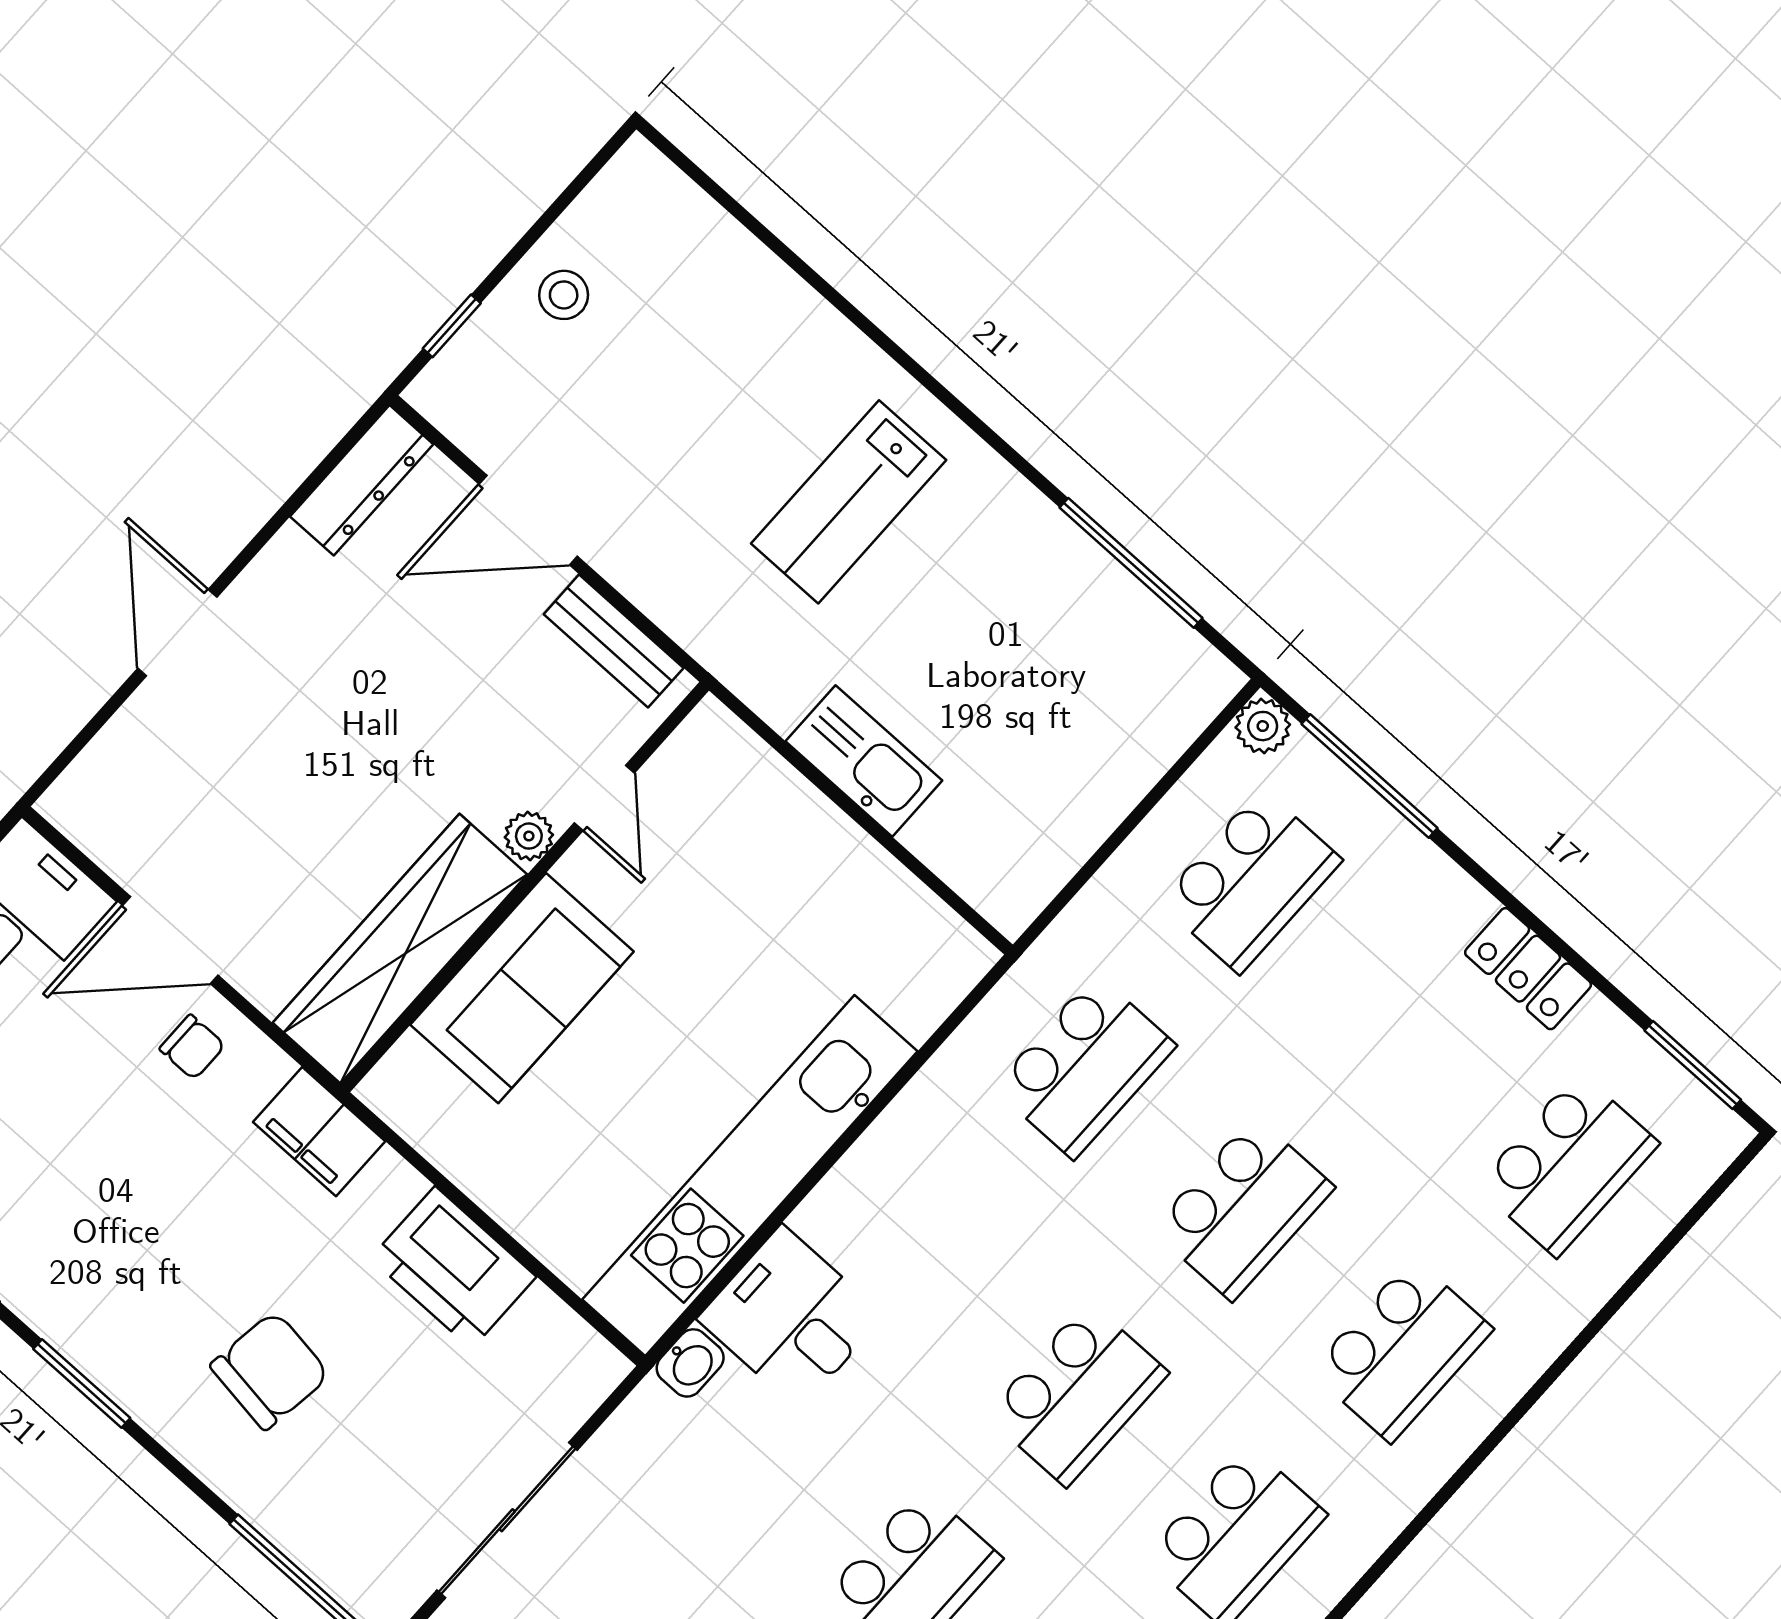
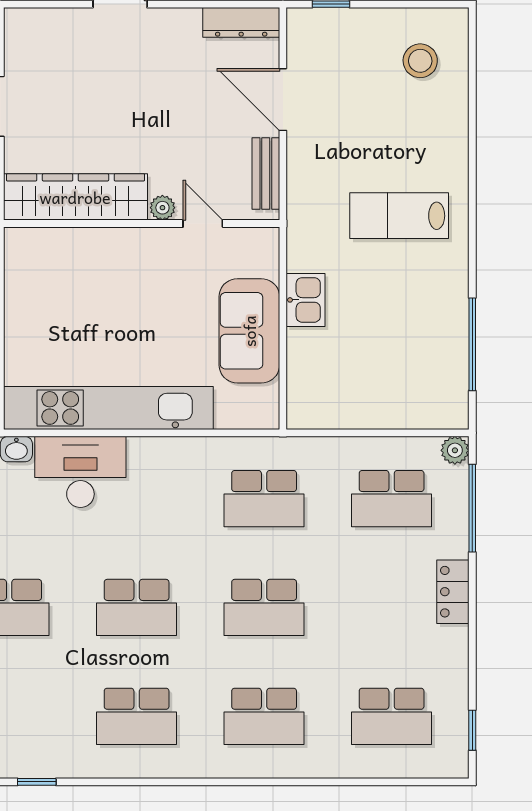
stool: (564, 295) -> (420, 61), moved, width x1.37, depth x1.37
kitchen sink: (864, 761) -> (305, 300), width x0.73
door: (604, 798) -> (203, 224), swing flipped
locker: (1528, 969) -> (453, 592), moved
sofa: (522, 988) -> (249, 331), moved, turned 90
window: (1693, 1065) -> (472, 730), width x0.67
desk: (791, 1317) -> (80, 472), width x1.37

